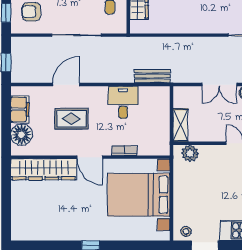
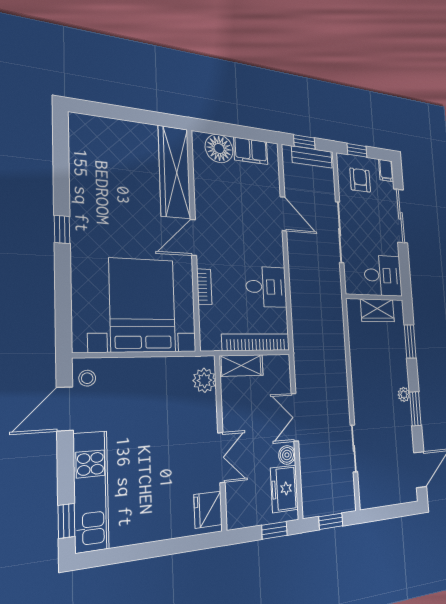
bench: (152, 76) -> (312, 157), moved, turned 90
bookcase: (164, 113) -> (256, 342), added
rug: (71, 119) -> (242, 217), removed

